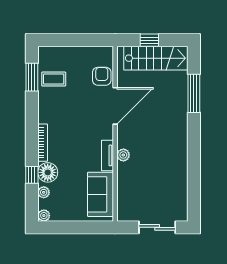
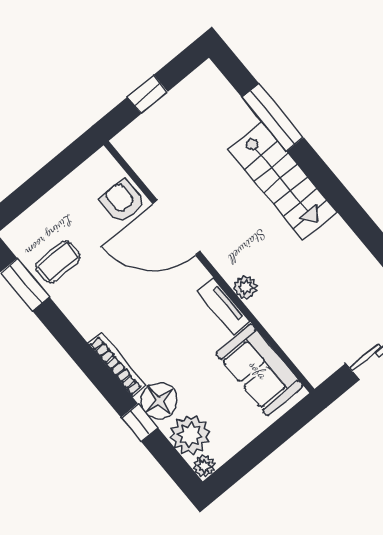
stairs: (156, 58) -> (282, 181), moved, turned 90
door: (115, 106) -> (176, 228), swing flipped
plant: (44, 192) -> (190, 435), width x1.87, depth x1.87

